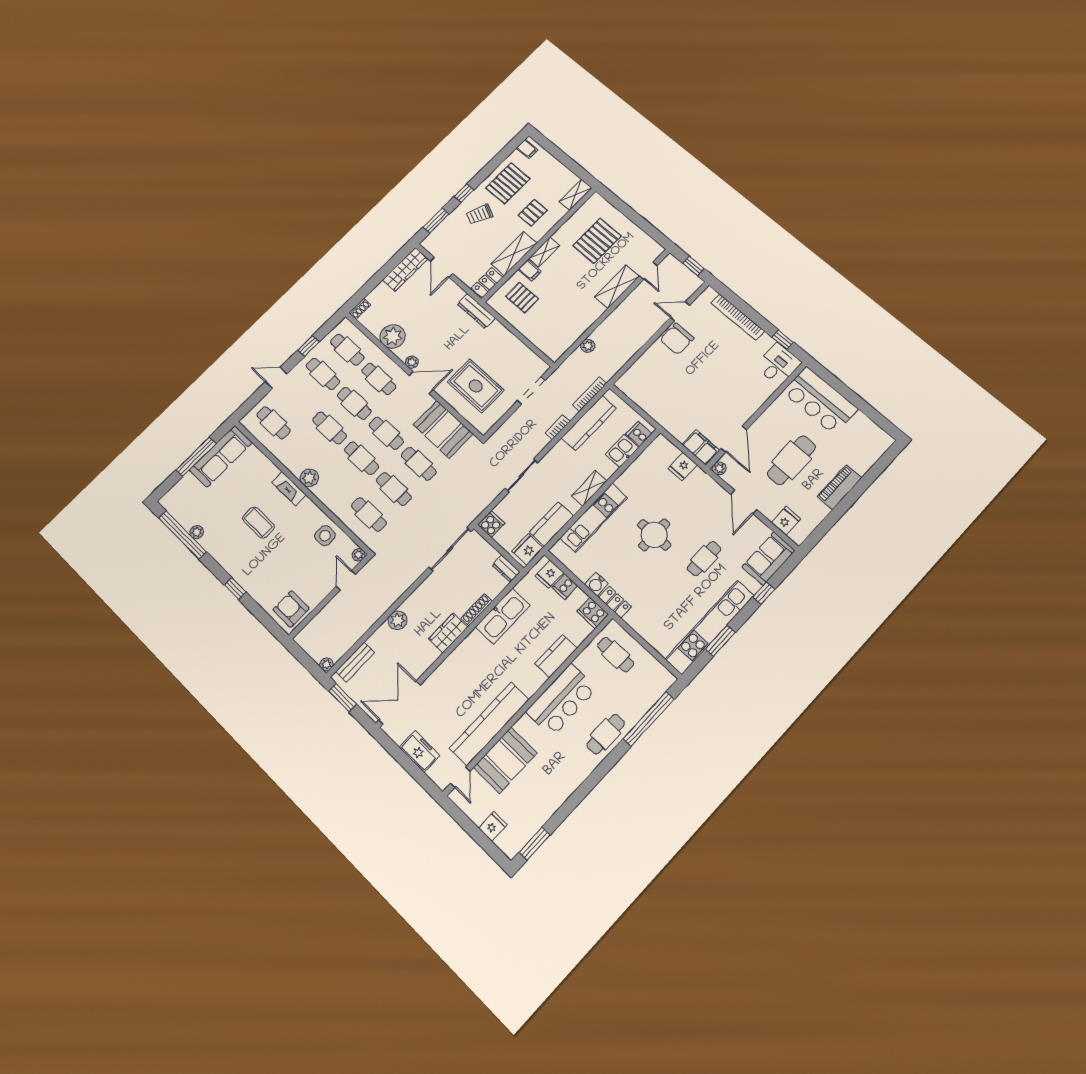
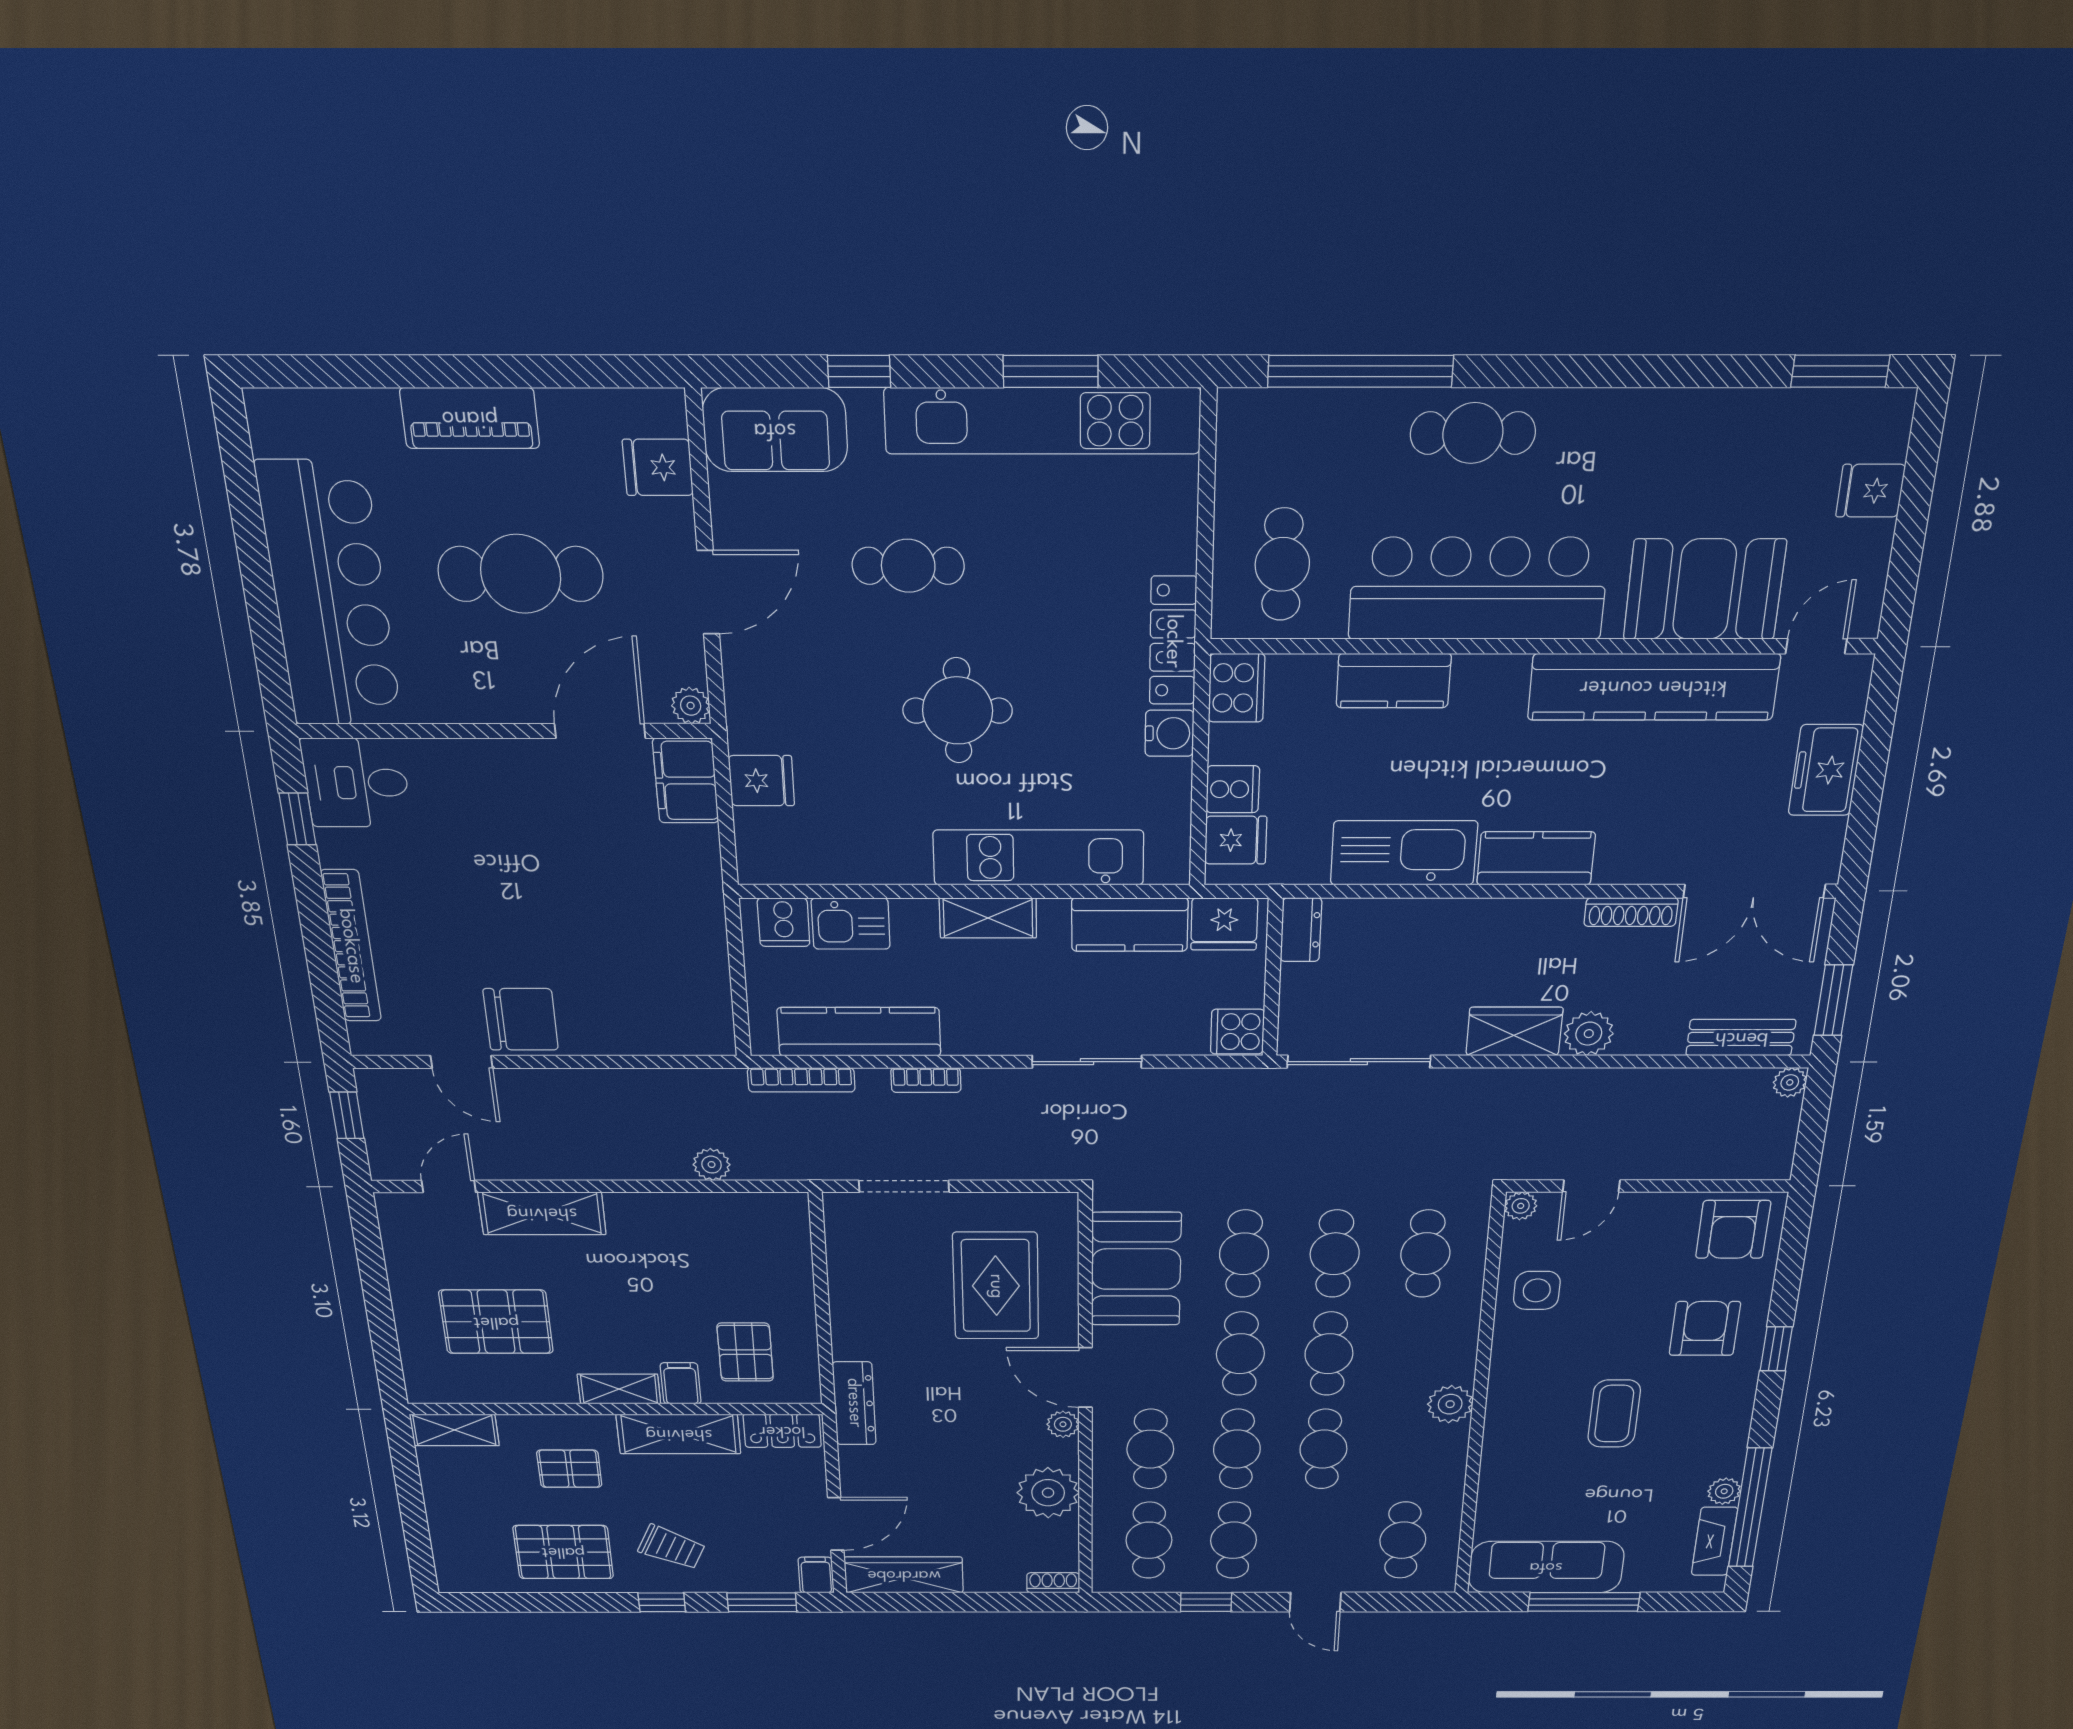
filing cabinet: (527, 149) -> (816, 1575), moved
bar counter: (820, 400) -> (330, 595), width x1.36
fireplace: (289, 489) -> (1714, 1541), moved, turned 180
armchair: (263, 573) -> (1705, 1328), added
locker: (615, 602) -> (1173, 641), width x1.53
shoe rack: (477, 610) -> (1631, 912), moved
wardrobe: (448, 633) -> (1514, 1032), moved, turned 180
kitchen counter: (467, 650) -> (1536, 858), added
bar counter: (561, 700) -> (1478, 588), width x1.36

